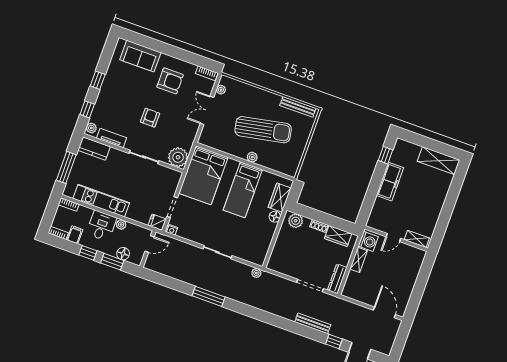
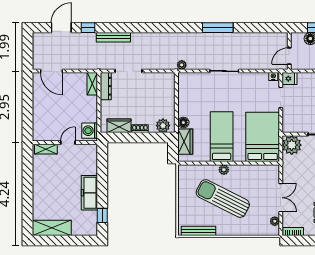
sun lounger: (263, 130) -> (223, 199), turned 38
shelving: (359, 260) -> (92, 84), moved

